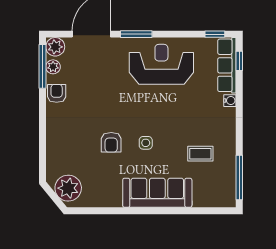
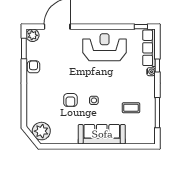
window: (136, 34) -> (87, 27), removed
window: (239, 61) -> (157, 66), moved
window: (43, 66) -> (24, 49), width x0.69
plant: (53, 67) -> (31, 49), removed
window: (239, 178) -> (157, 113), moved

